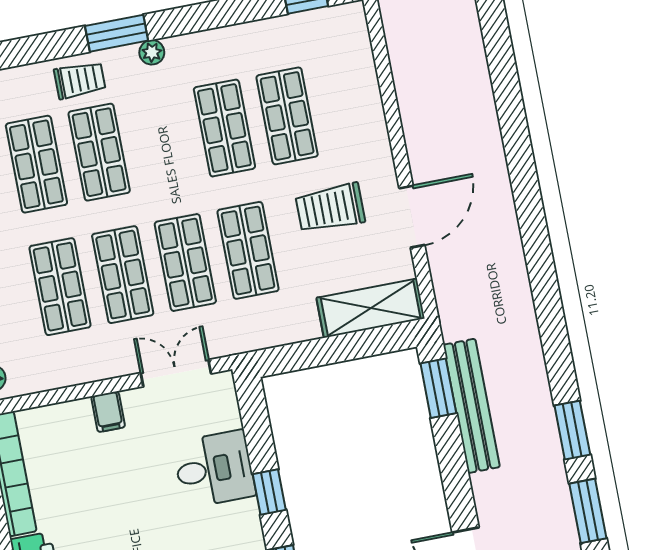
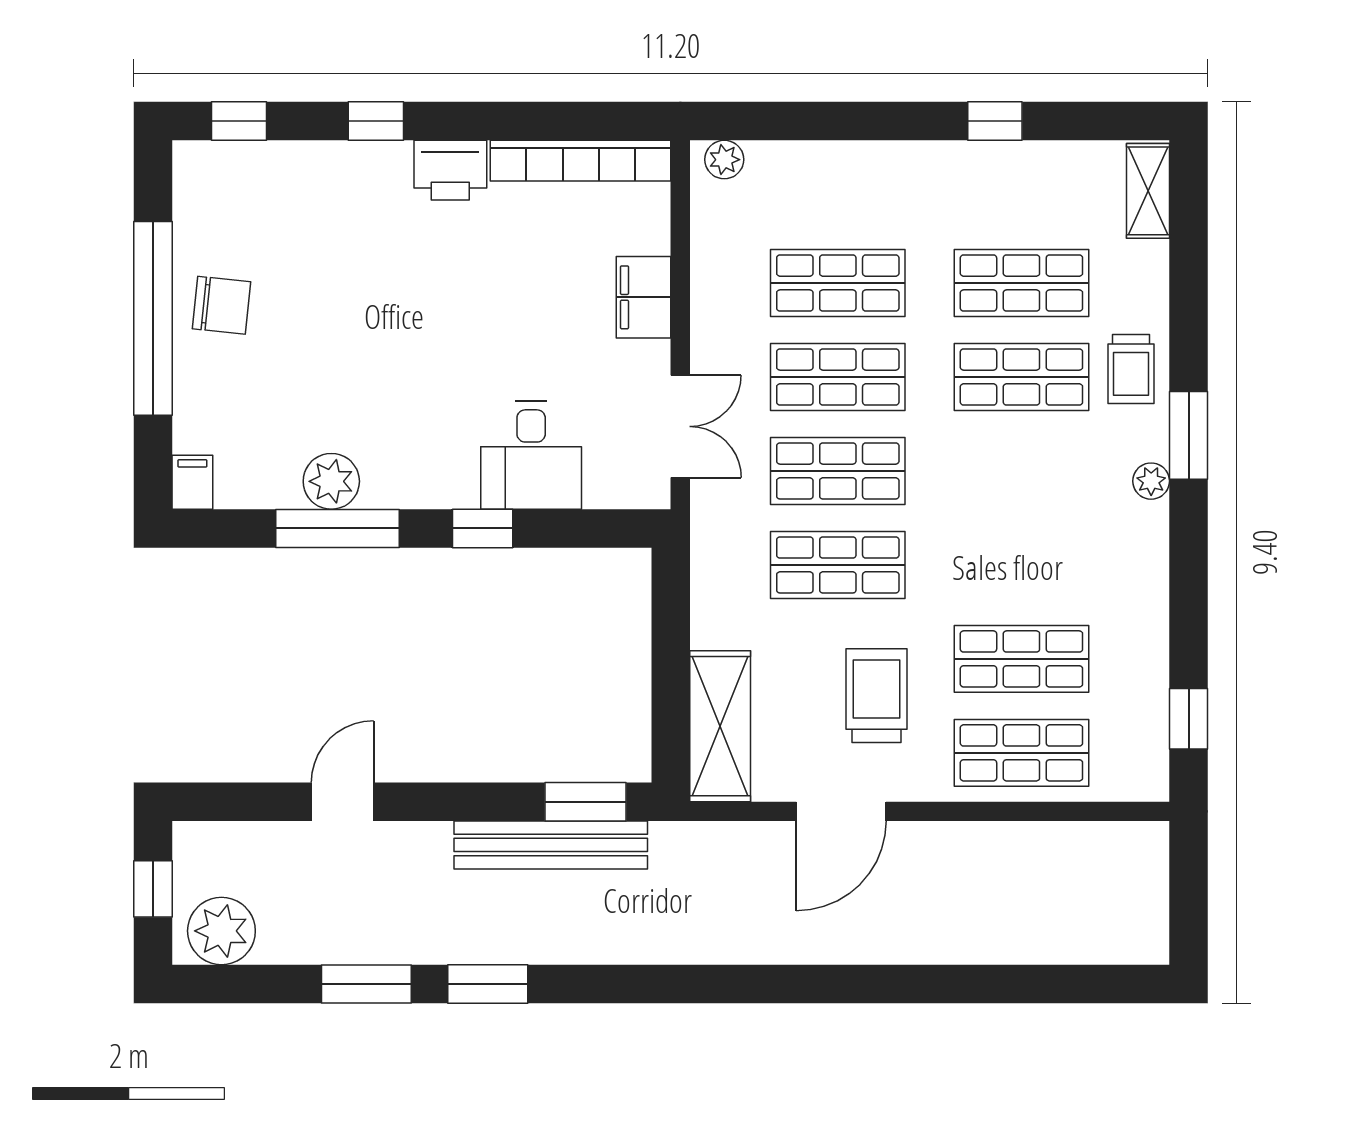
shop shelf: (224, 128) -> (1021, 753), moved
door: (412, 217) -> (841, 811), hinge flipped
filing cabinet: (108, 412) -> (644, 297), width x2.00

